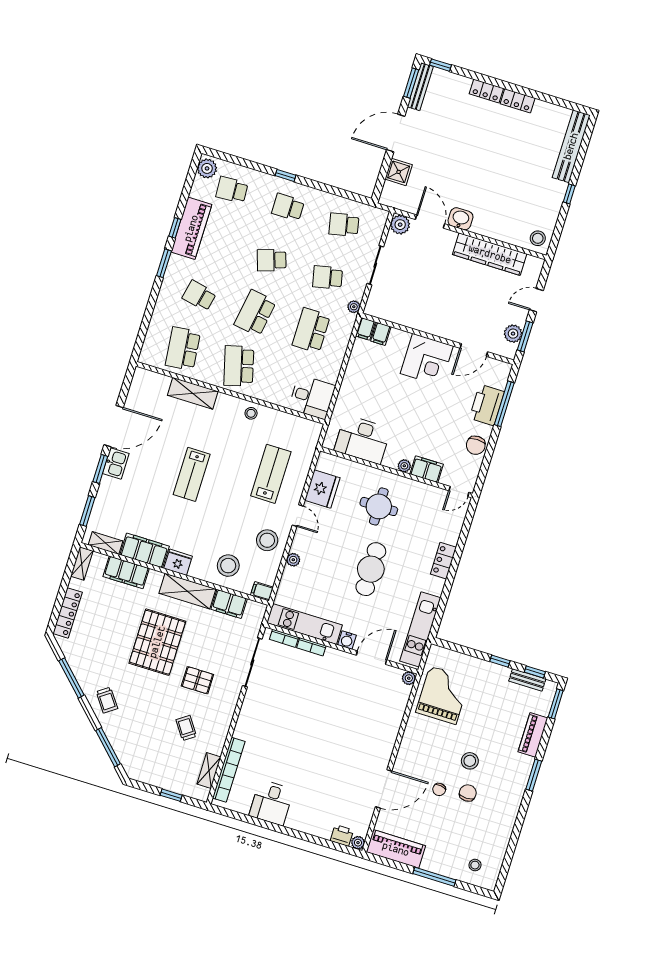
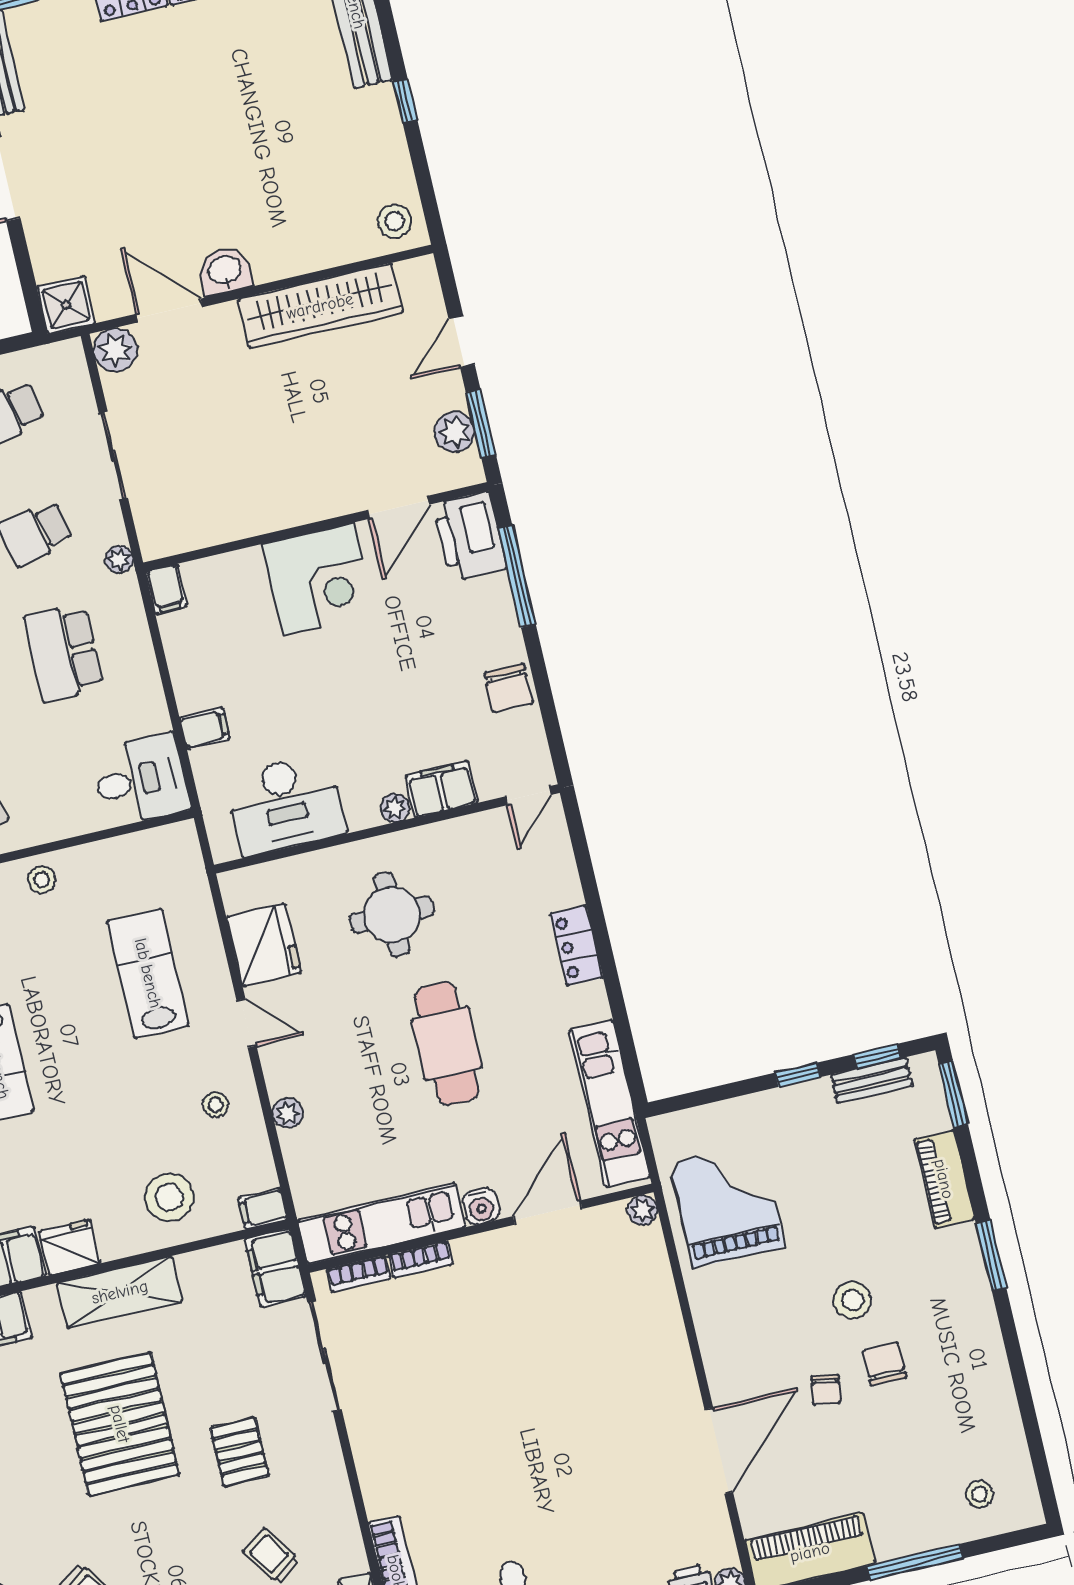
shower: (399, 172) -> (66, 305), moved
filing cabinet: (381, 334) -> (205, 728), moved, turned -90
printer: (487, 405) -> (470, 536), moved
stool: (267, 540) -> (216, 1105), width x0.53, depth x0.53
filing cabinet: (229, 604) -> (275, 1268), moved, turned 90
pallet: (197, 680) -> (239, 1452), turned 90

